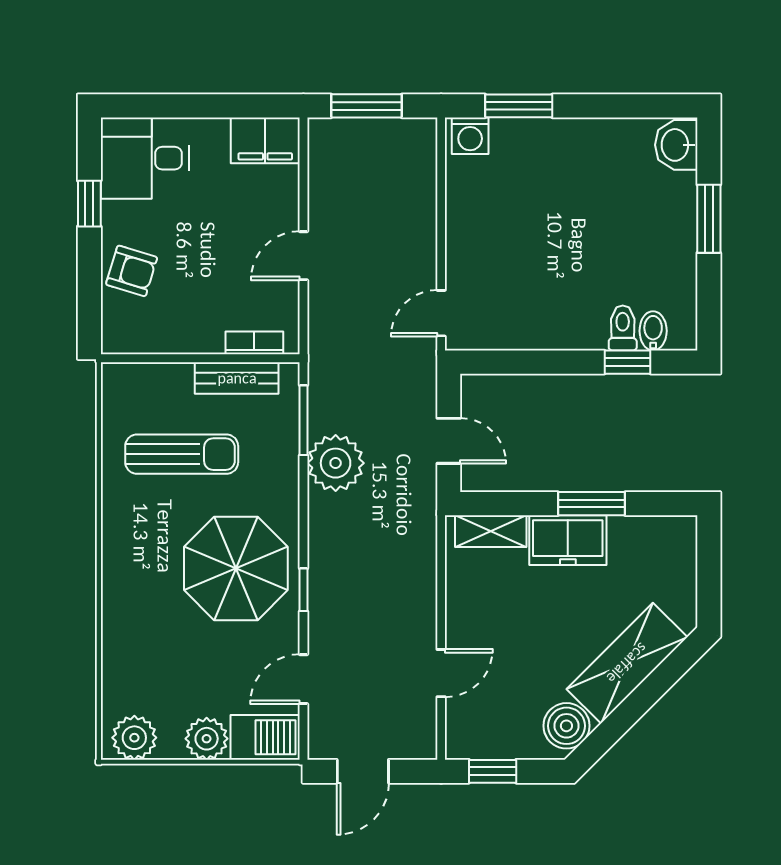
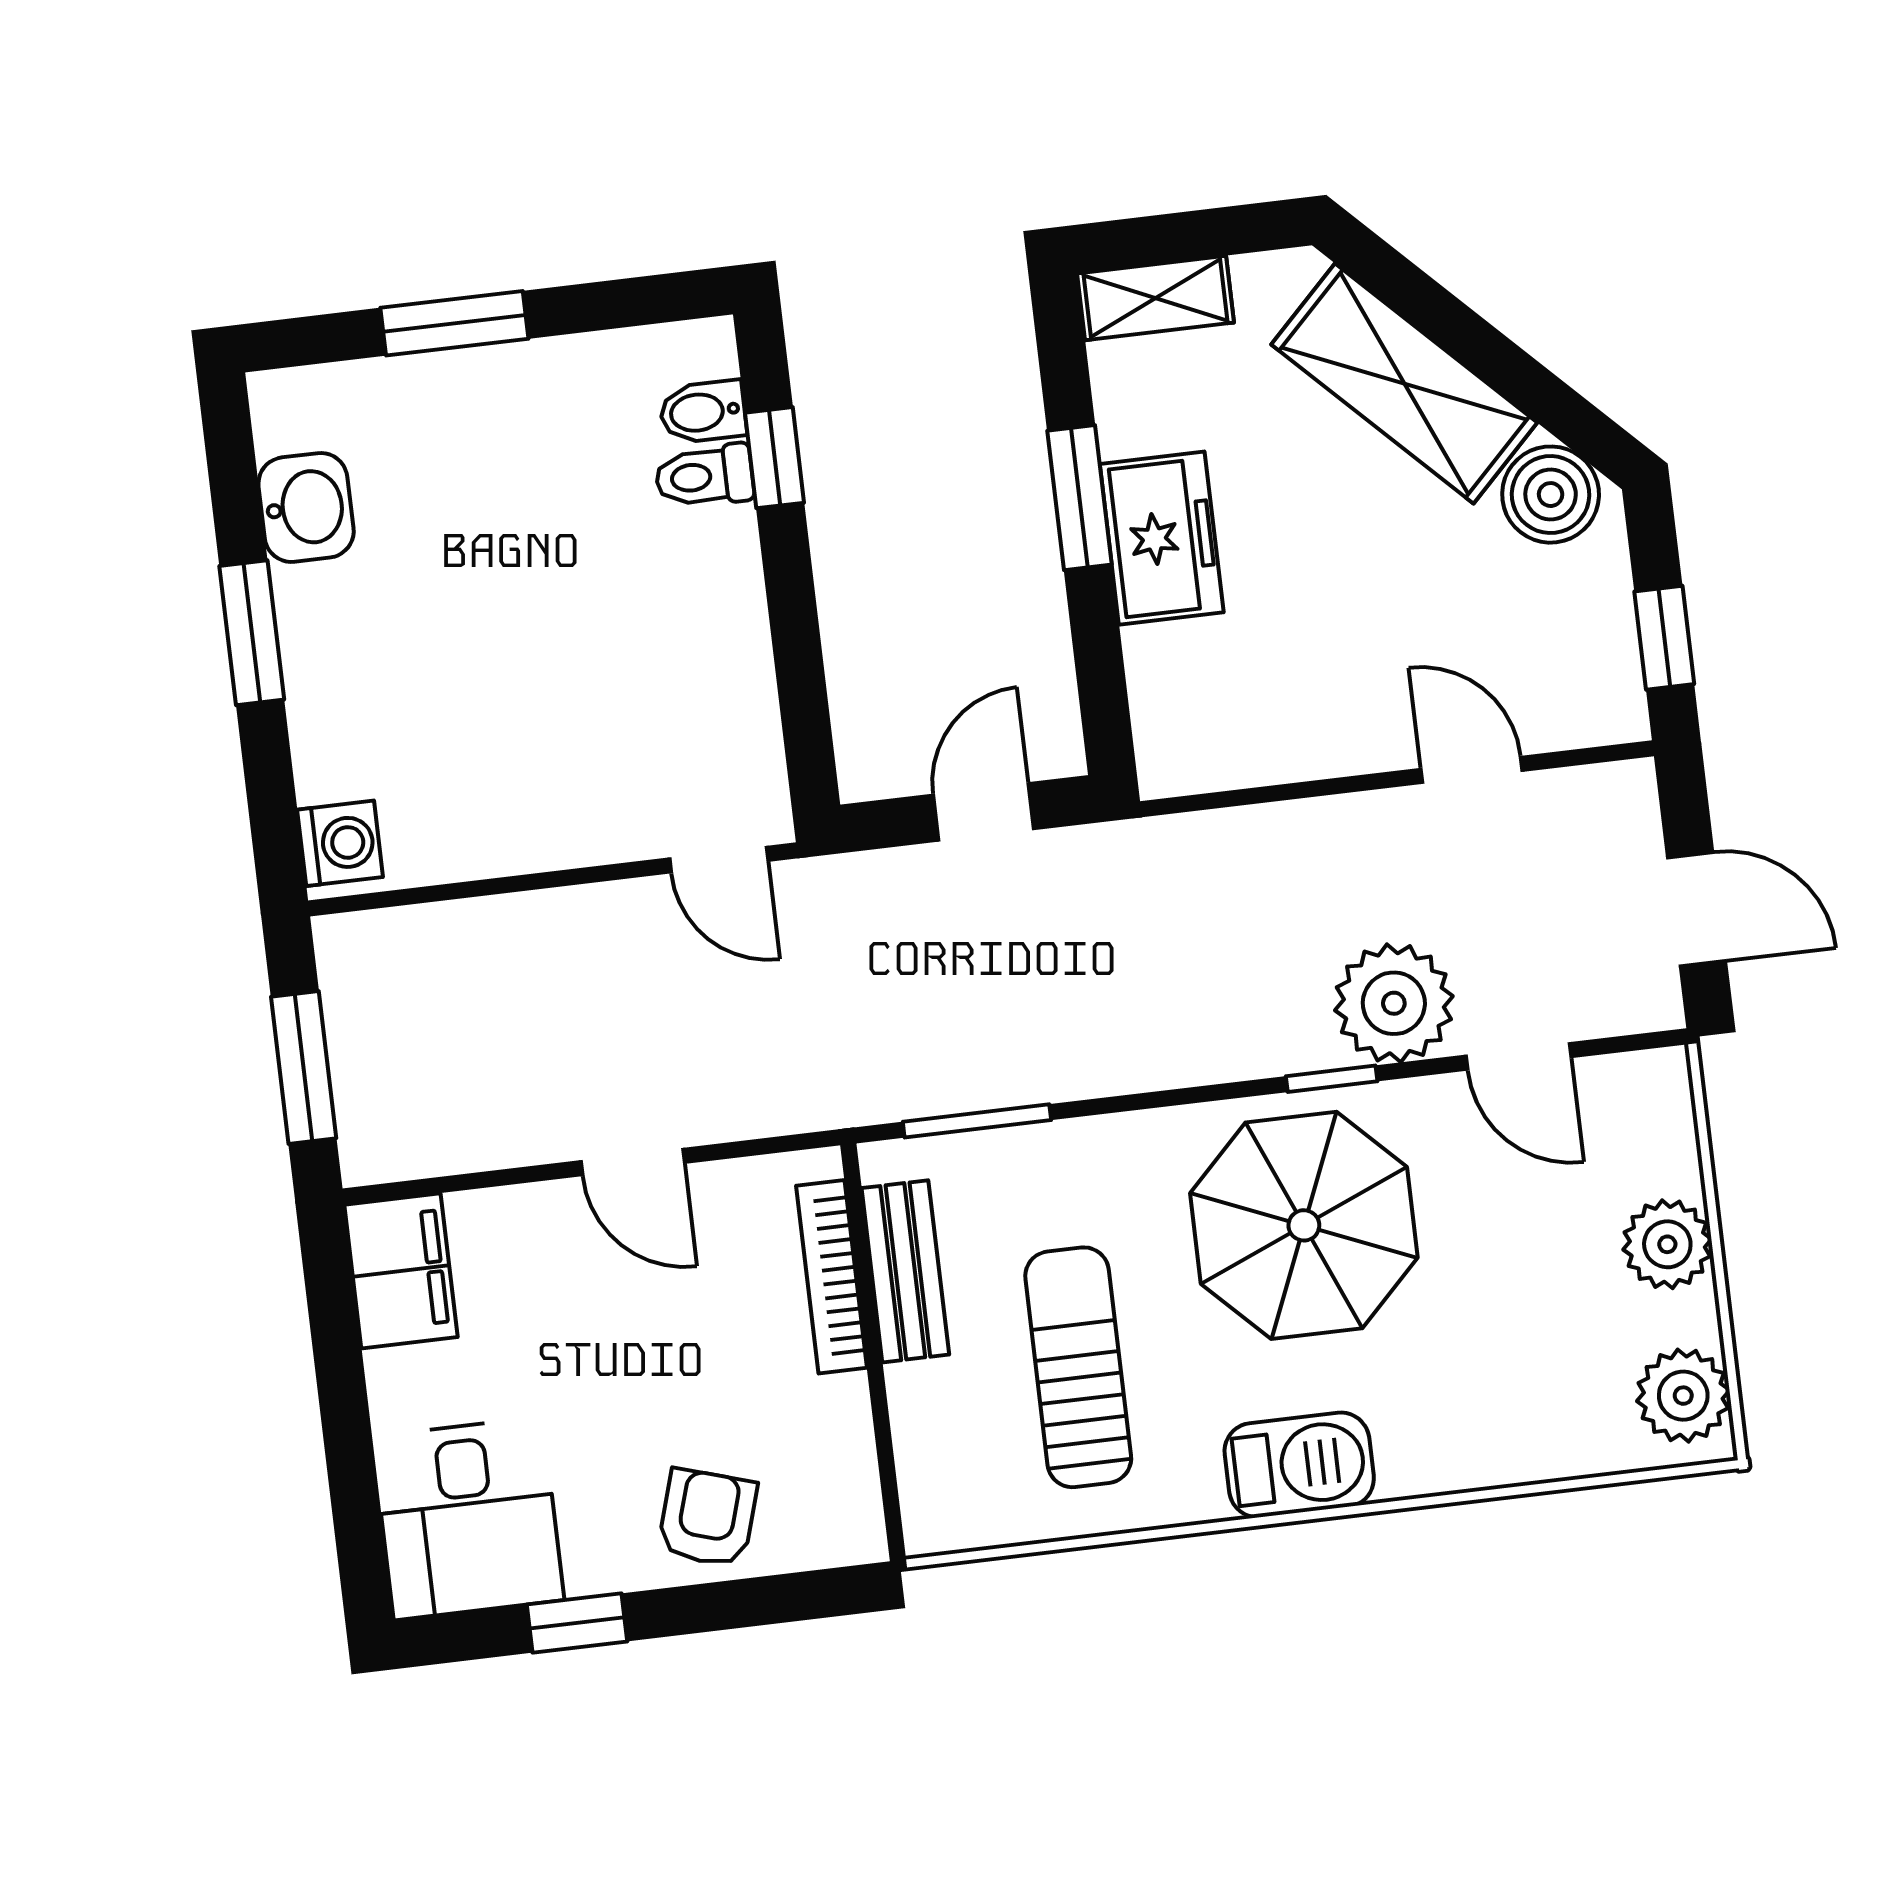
window: (519, 106) -> (252, 633), moved
washbasin: (676, 145) -> (306, 507), moved, turned -90
bookcase: (254, 343) -> (832, 1277), width x1.56
plant: (336, 463) -> (1394, 1003), moved
shelving: (491, 531) -> (1155, 298), moved, turned 90
barbecue: (265, 737) -> (1299, 1465), moved, turned 90

